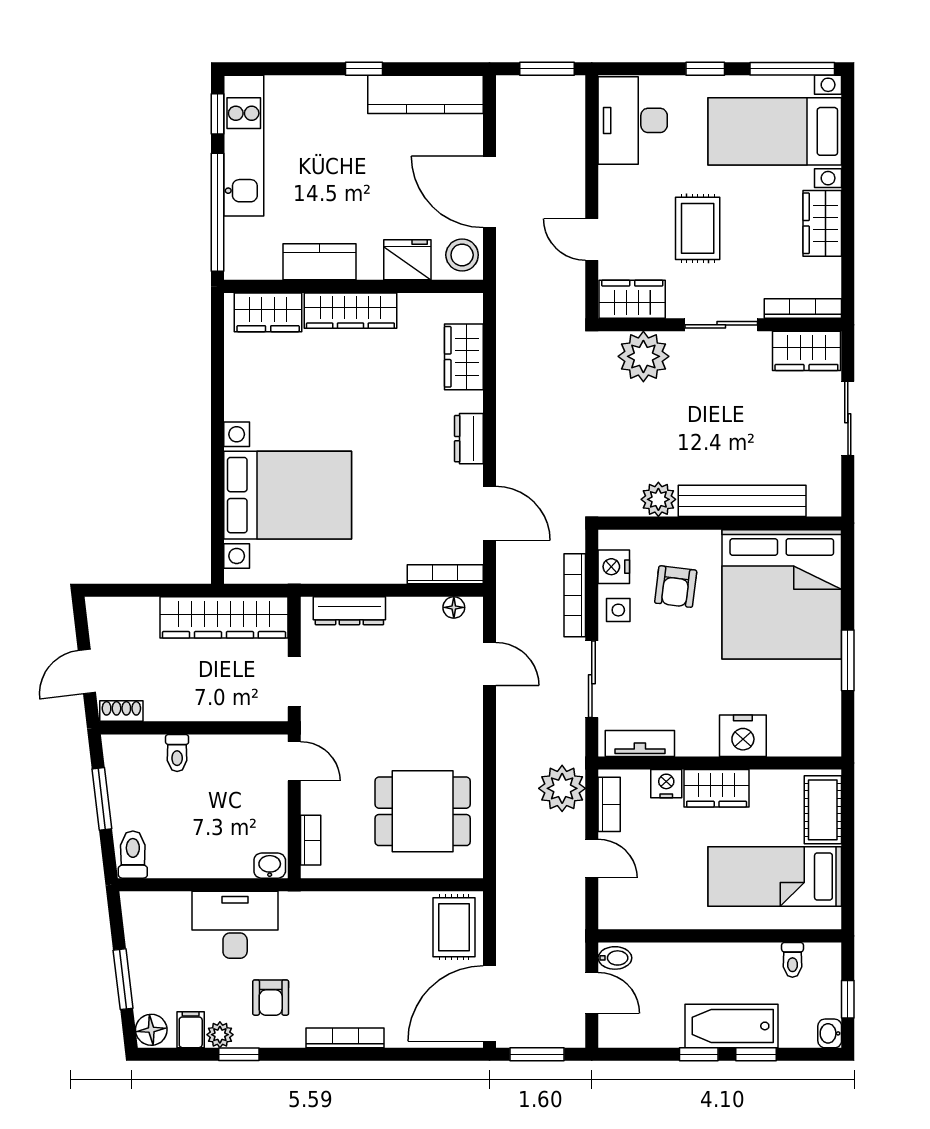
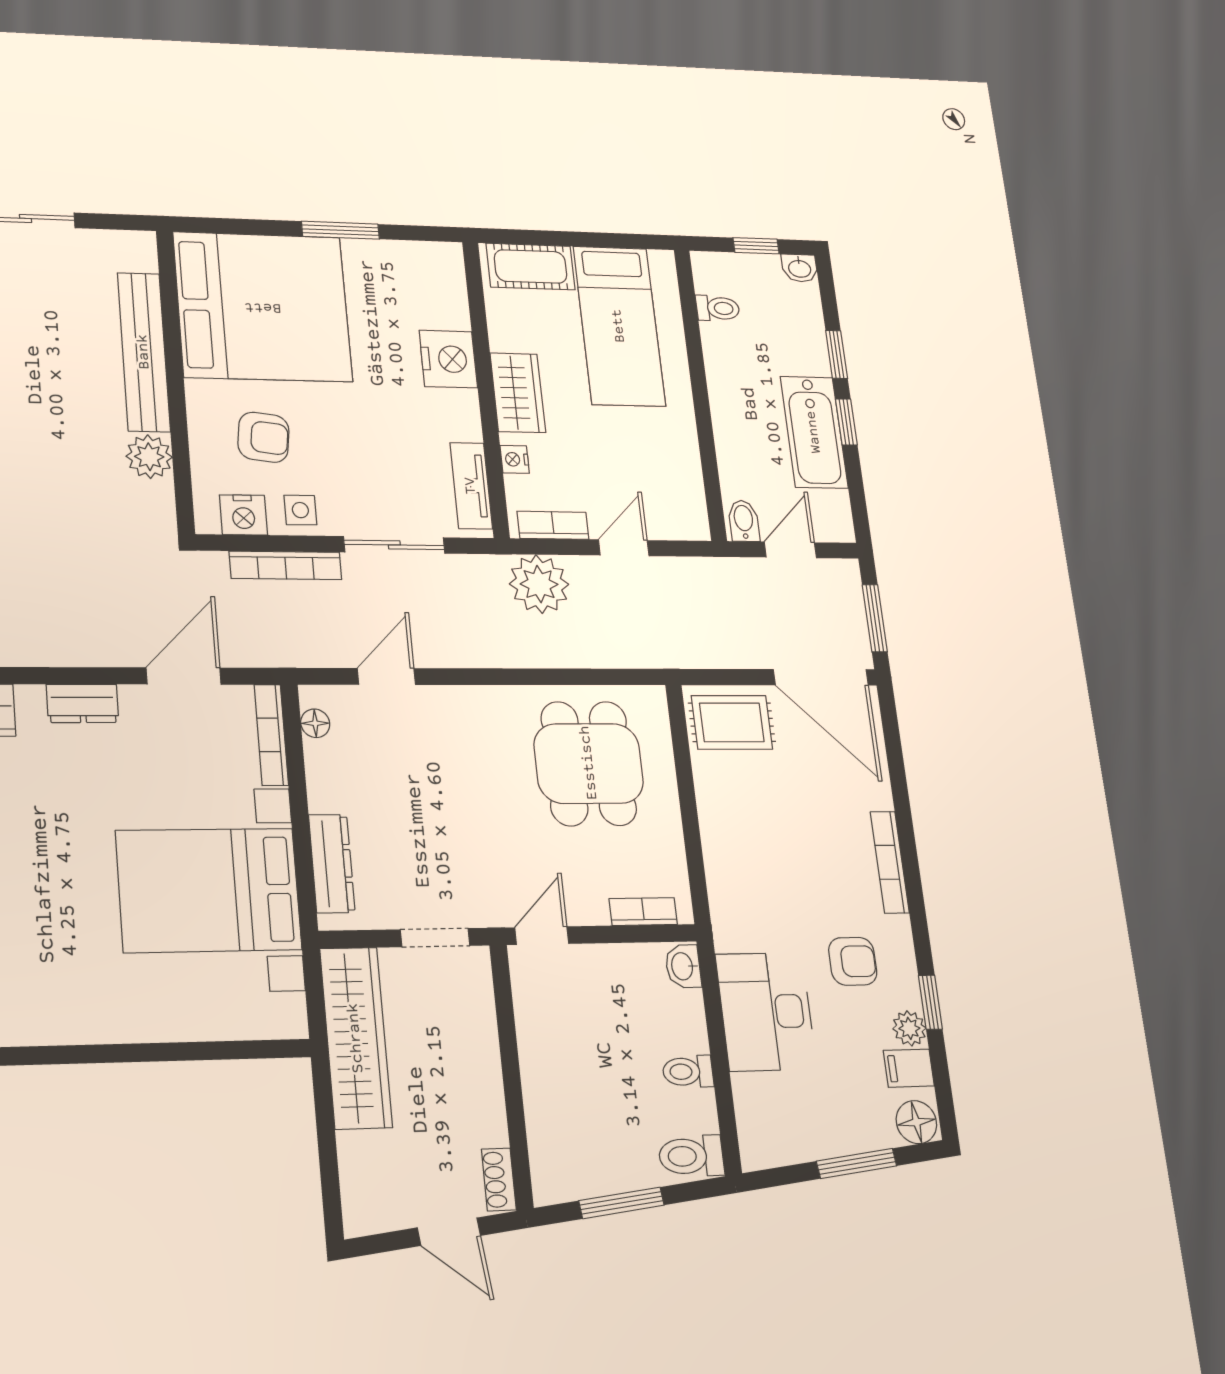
bed with nightstands: (288, 495) -> (209, 890), moved, turned -90
toilet: (177, 753) -> (688, 1071), moved, turned 180
nightstand: (666, 784) -> (515, 459), width x0.72, depth x0.74
bathtub: (731, 1026) -> (814, 432), moved

